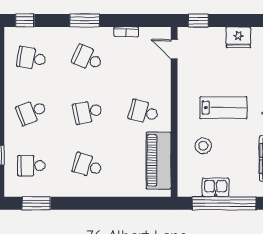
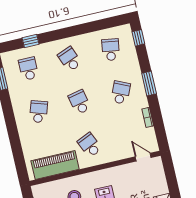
window: (198, 21) -> (169, 171), removed
door: (174, 49) -> (143, 157), hinge flipped
school desk: (144, 112) -> (90, 145), turned -39

